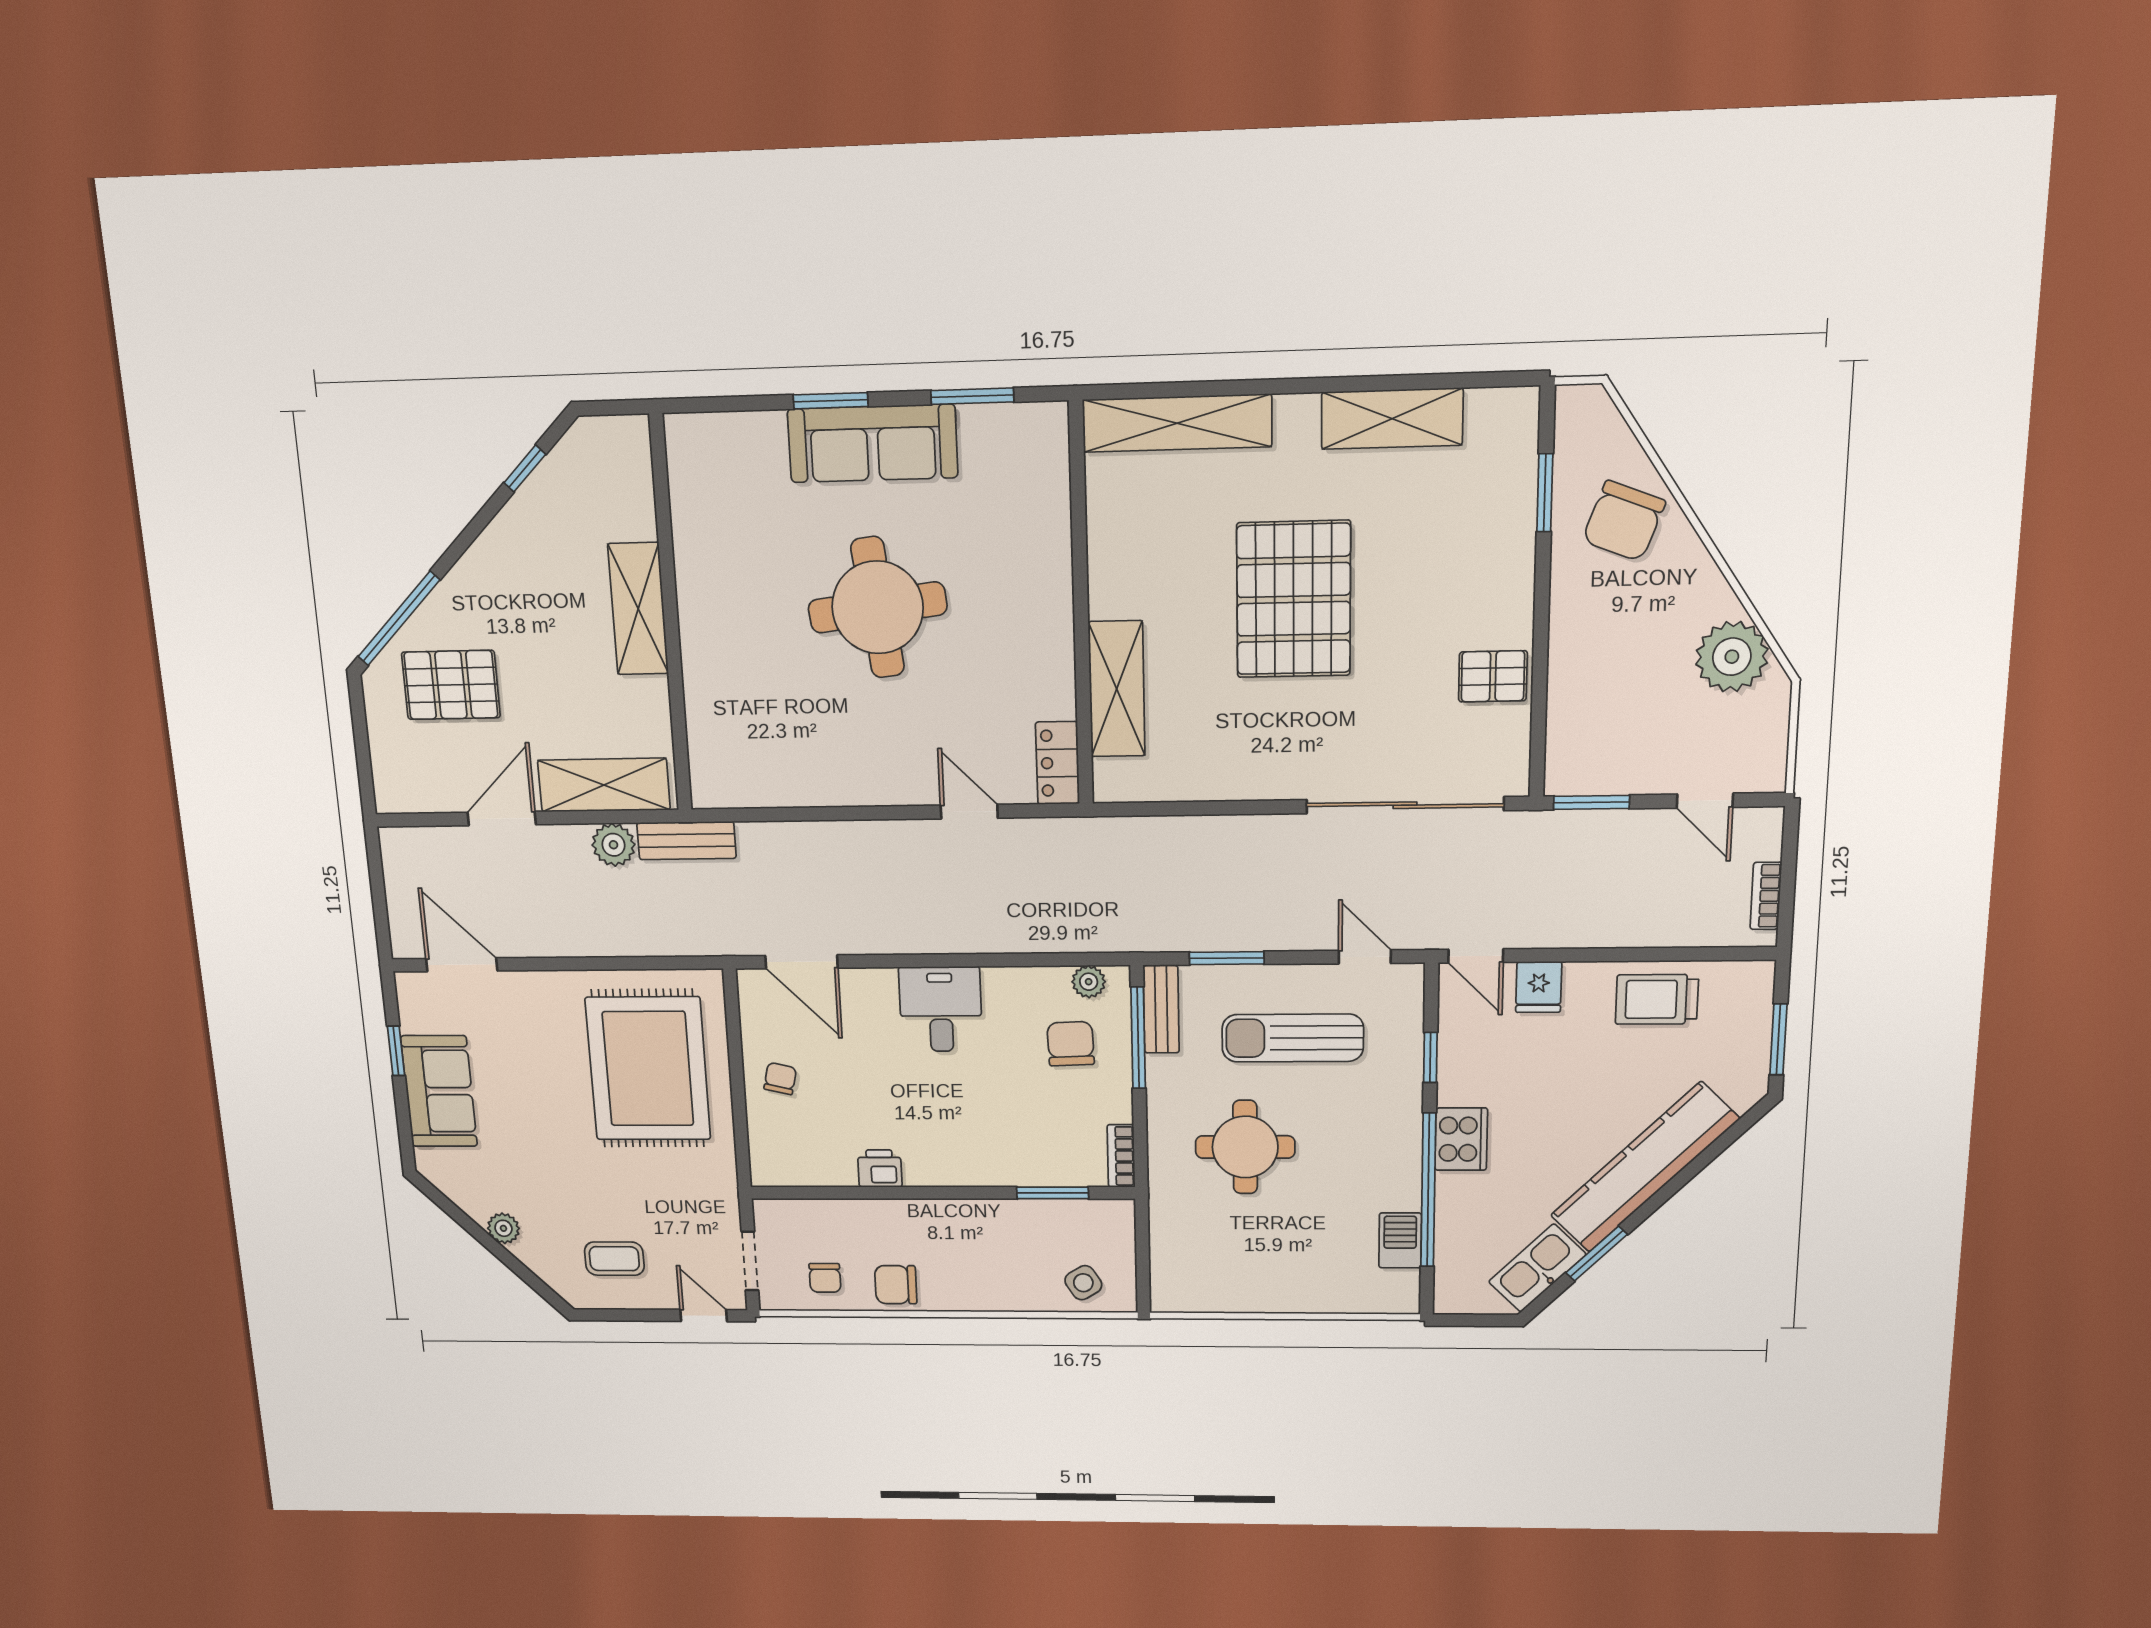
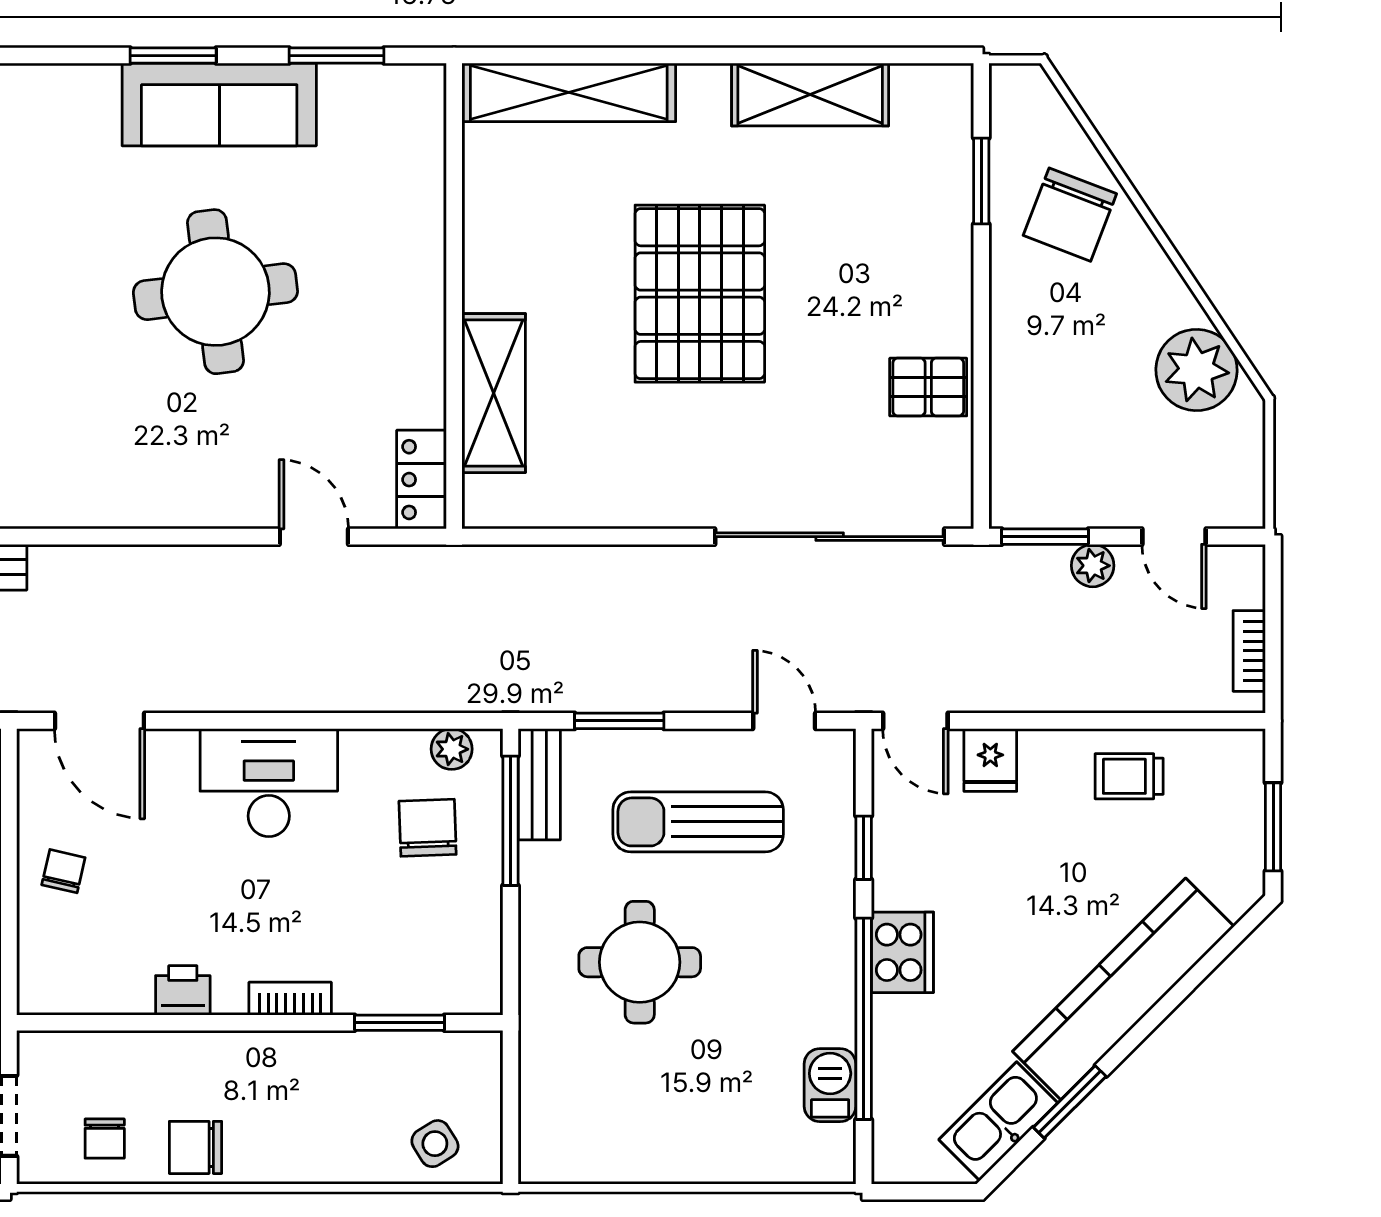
plant: (1632, 826) -> (1093, 566), added
trolley: (1657, 999) -> (1129, 776), width x0.73, depth x0.72
desk: (941, 1009) -> (269, 783), width x1.37
bookcase: (1121, 1156) -> (290, 999), moved, turned 90

